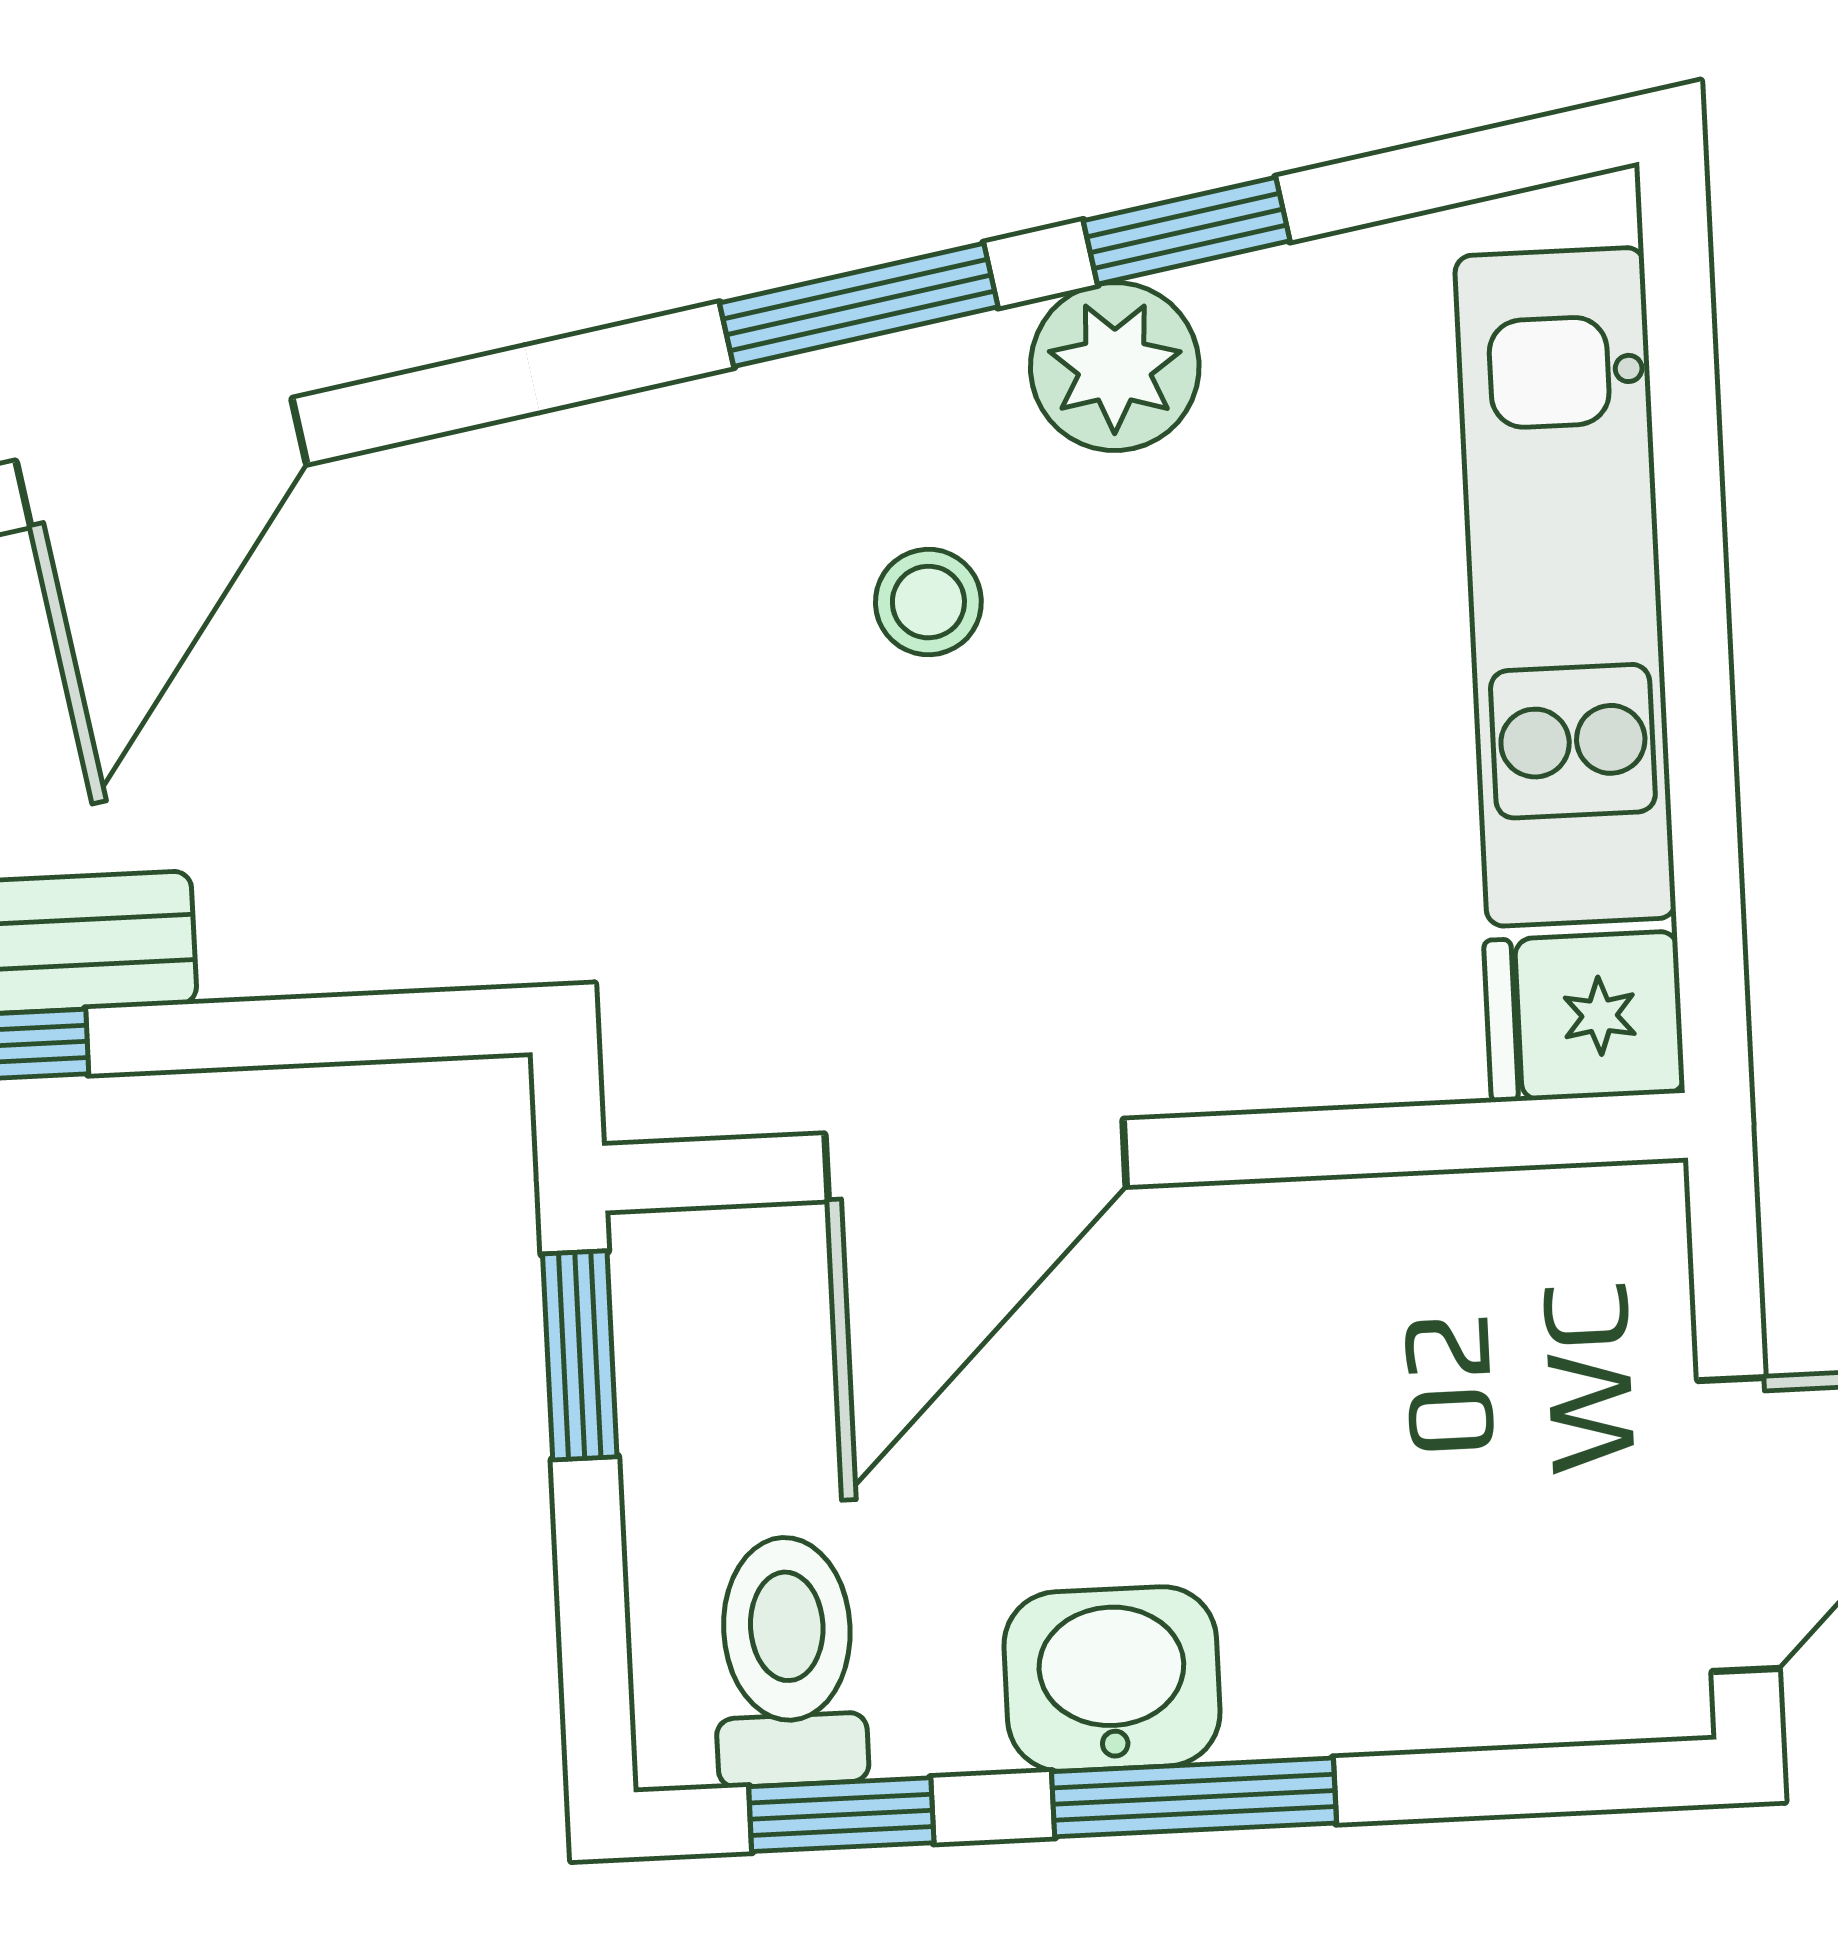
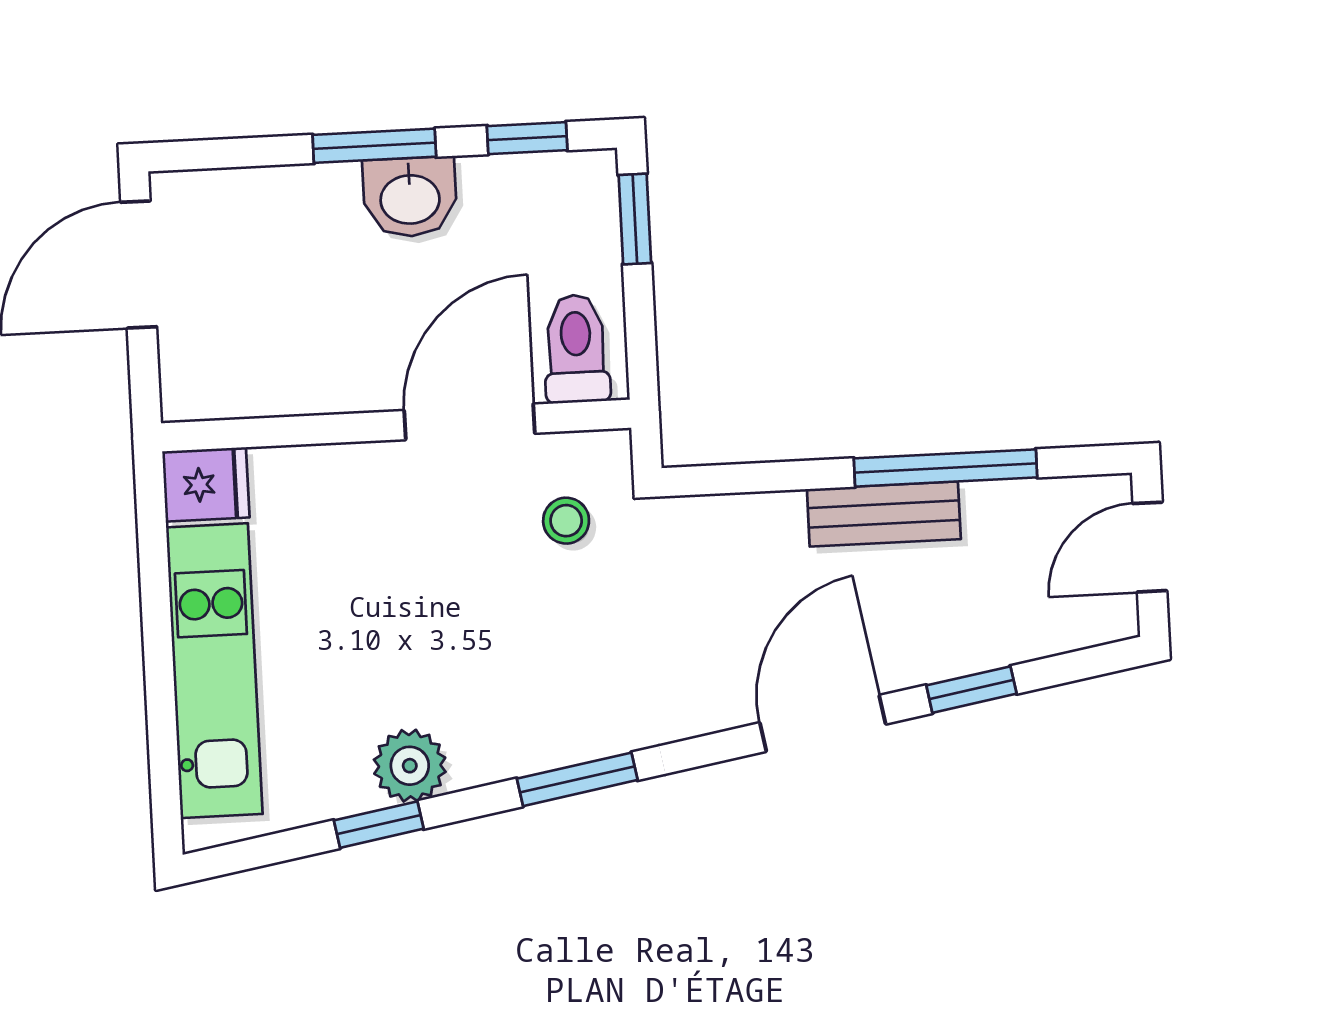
window: (859, 305) -> (577, 779), moved
stool: (928, 602) -> (566, 521), moved
window: (580, 1355) -> (635, 219), moved
toilet: (788, 1661) -> (576, 349), moved, turned 180

